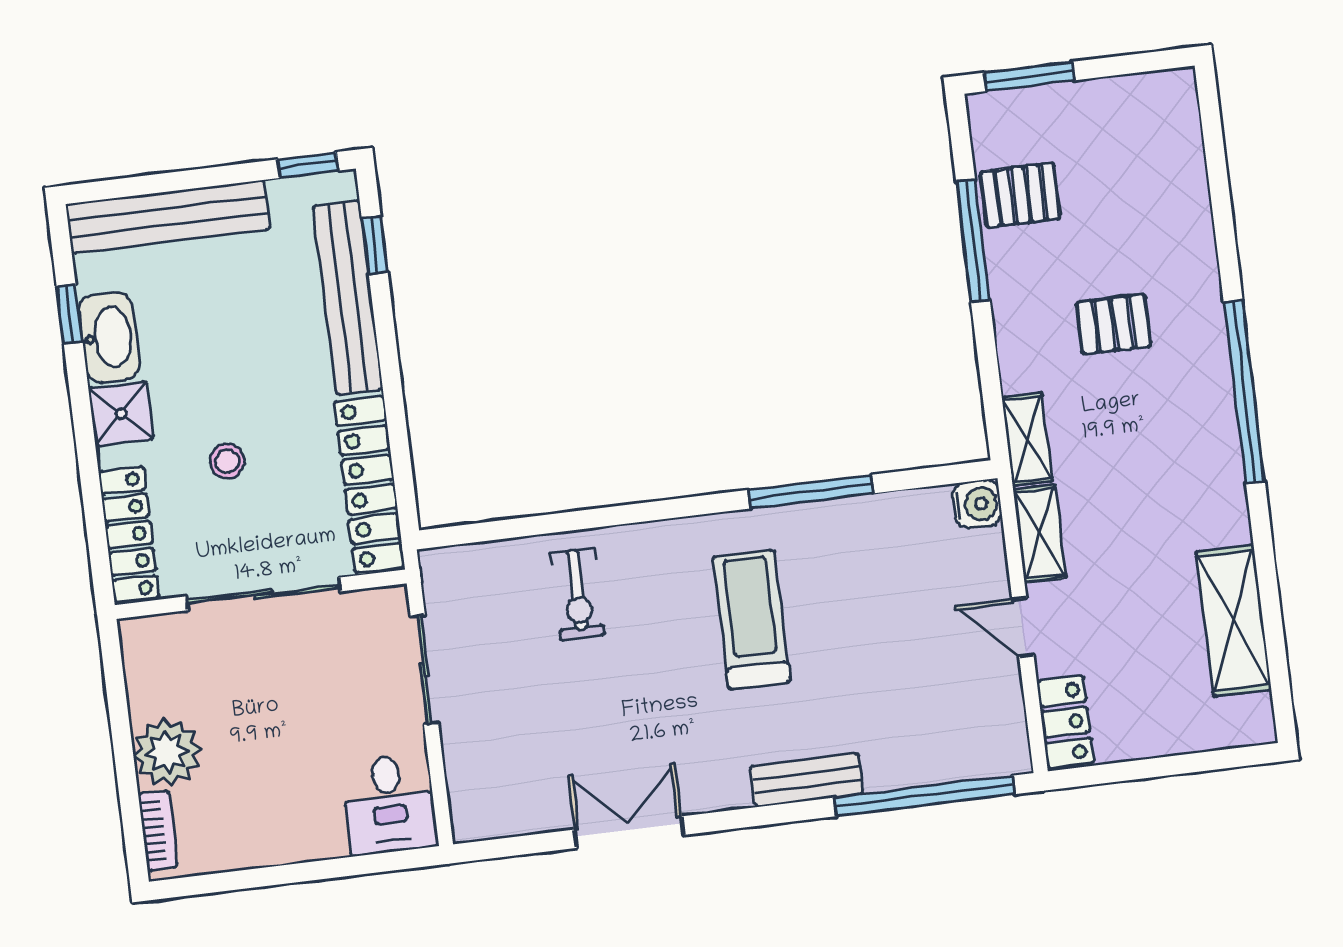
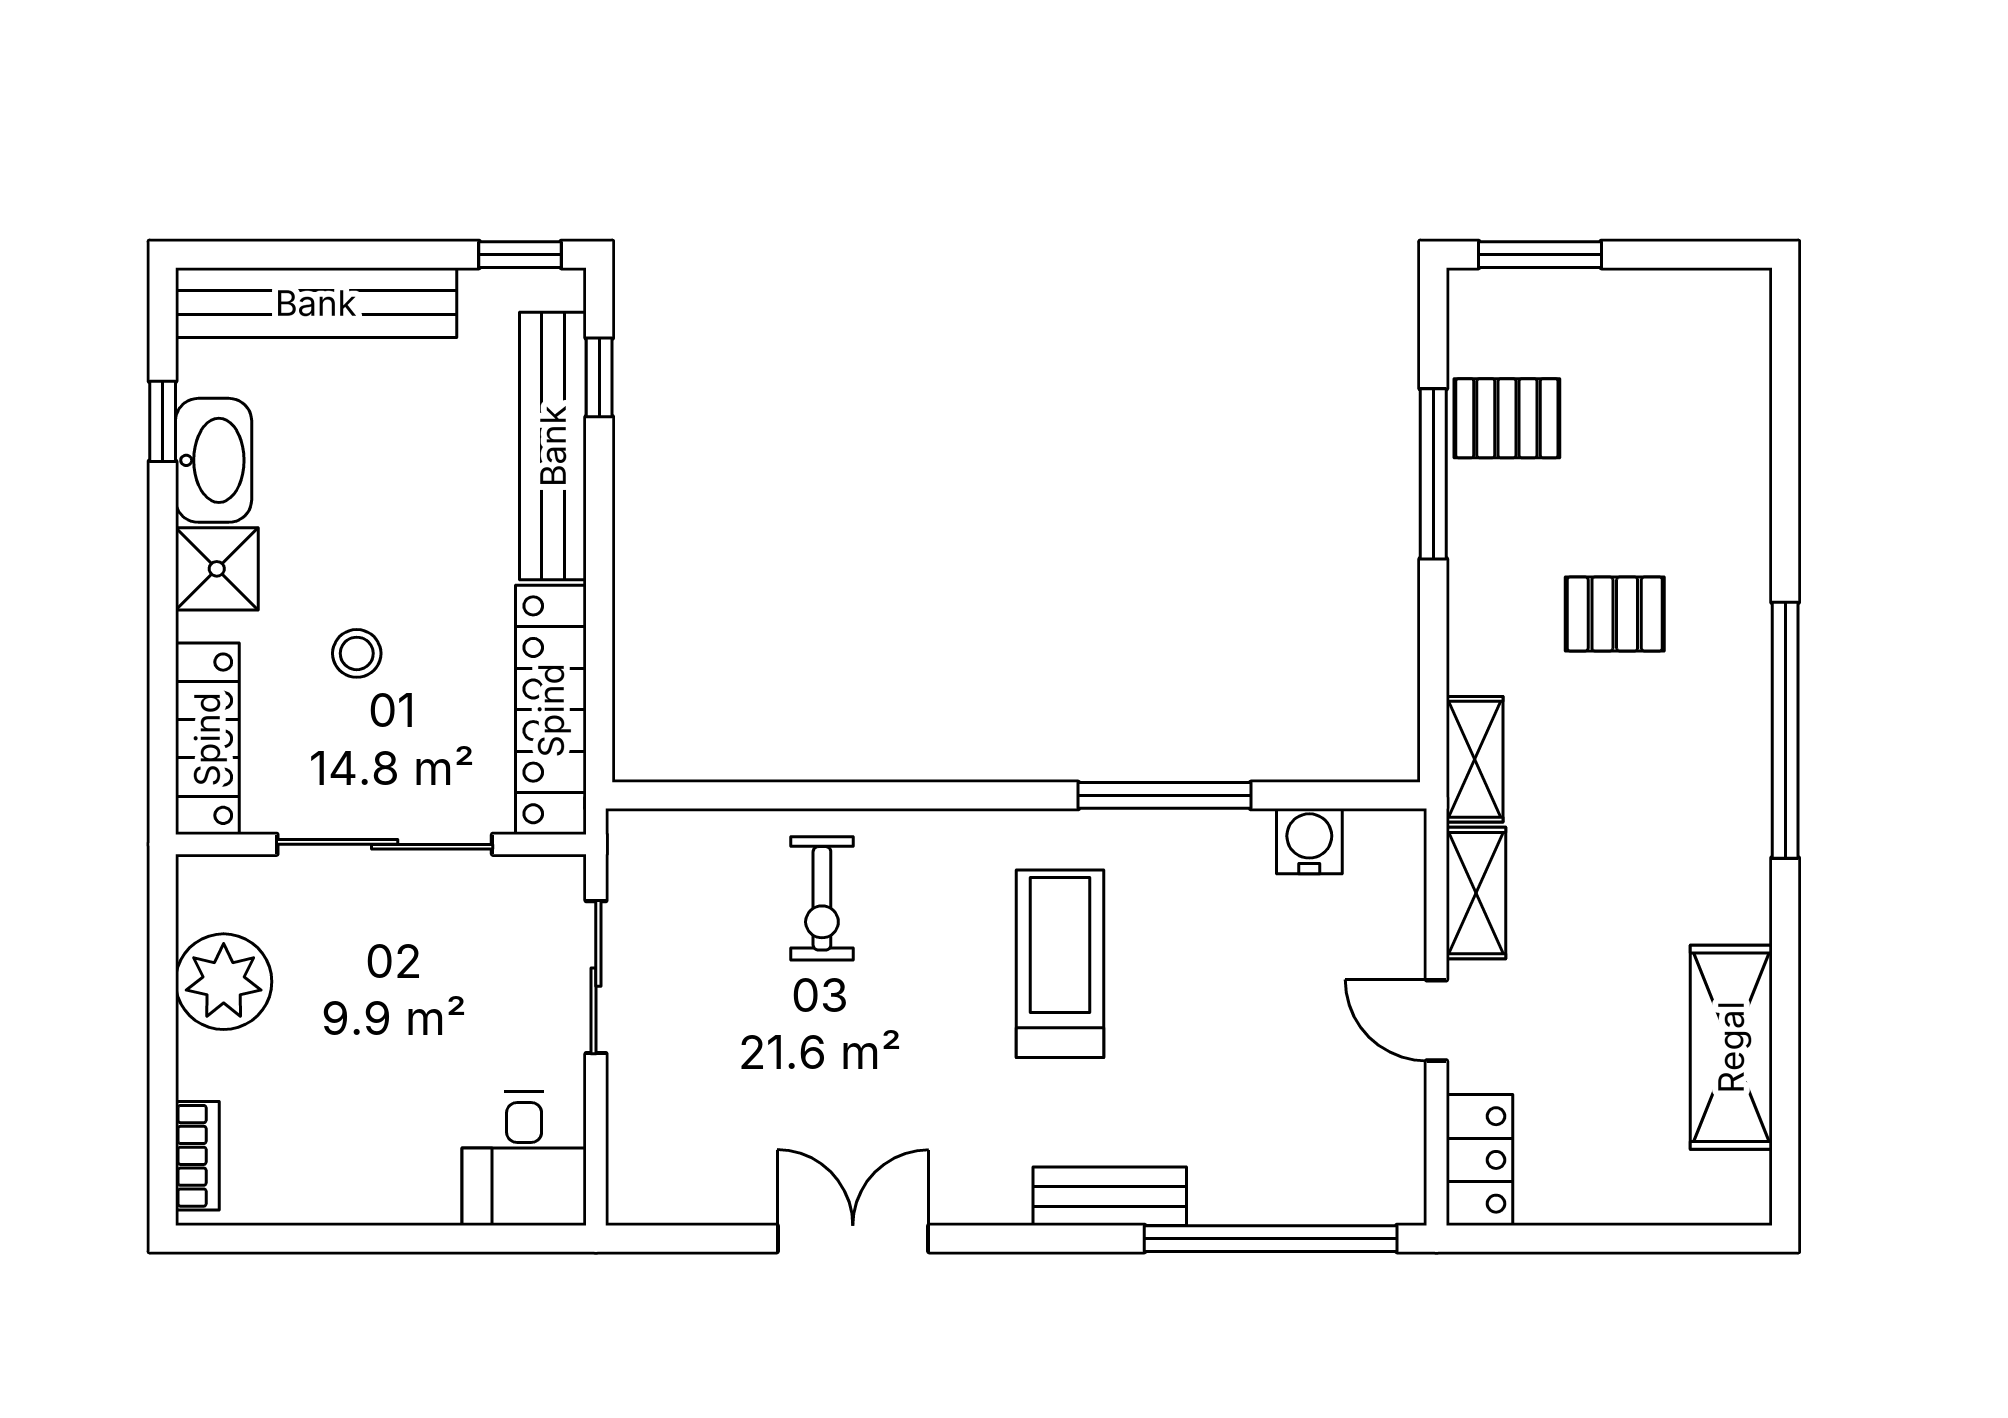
water cooler: (977, 504) -> (1309, 841), moved, turned -90
plant: (167, 752) -> (224, 982), moved

